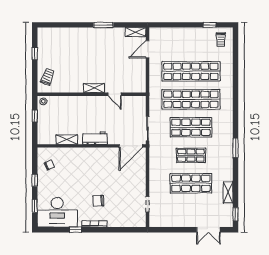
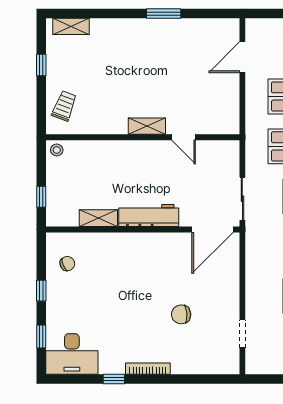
shelving: (135, 32) -> (71, 26), moved
window: (35, 116) -> (41, 197), moved
workbench: (95, 138) -> (149, 216), width x1.38
chair: (98, 201) -> (181, 314), moved
desk: (57, 212) -> (72, 354), width x0.73, depth x0.77

